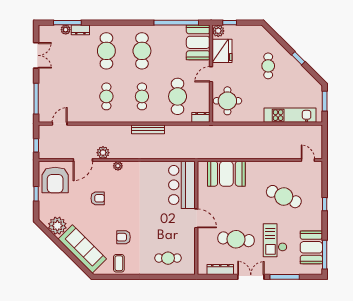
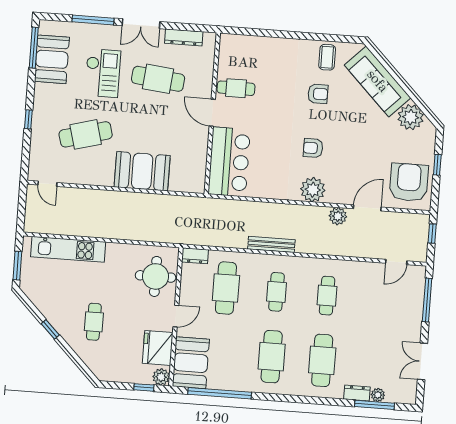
plant: (118, 166) -> (313, 190), width x1.88, depth x1.88
booth: (226, 174) -> (142, 171), moved
cafe table: (284, 197) -> (86, 134), turned -39
armchair: (98, 198) -> (313, 148), moved
cafe table: (168, 258) -> (236, 88), moved

